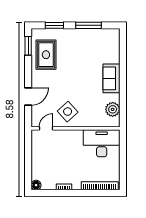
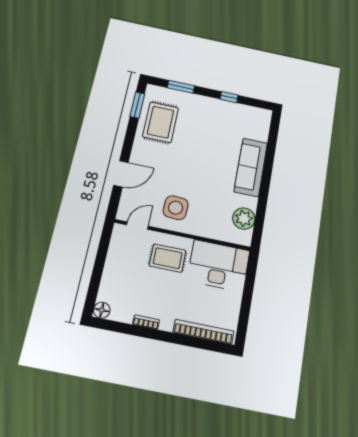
window: (88, 25) -> (229, 97), width x0.46
sofa: (111, 78) -> (251, 167), width x1.36
side table: (68, 112) -> (176, 208), turned 45
rug: (69, 145) -> (168, 258), added

